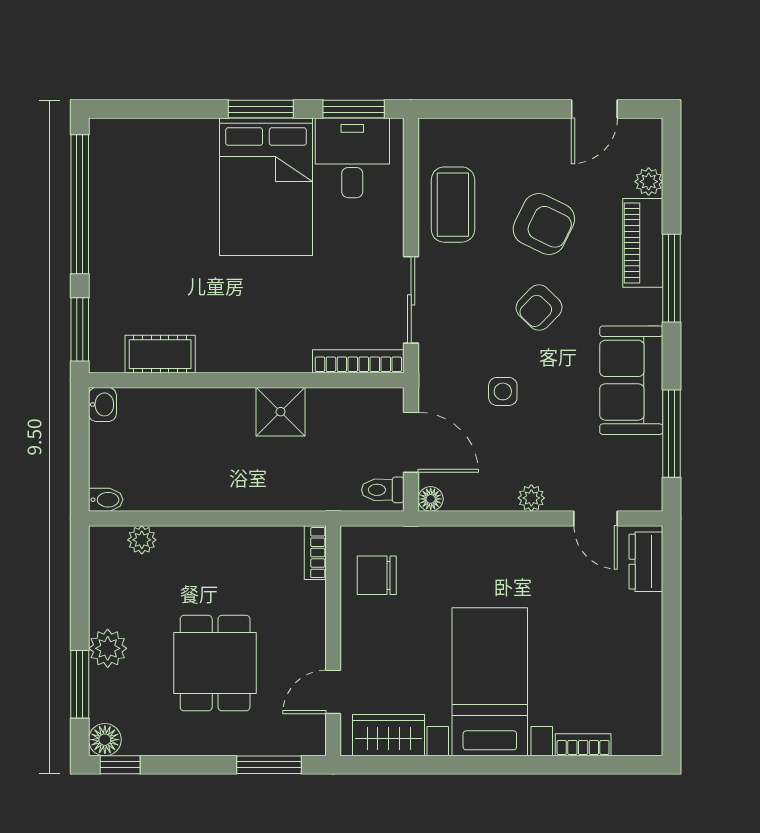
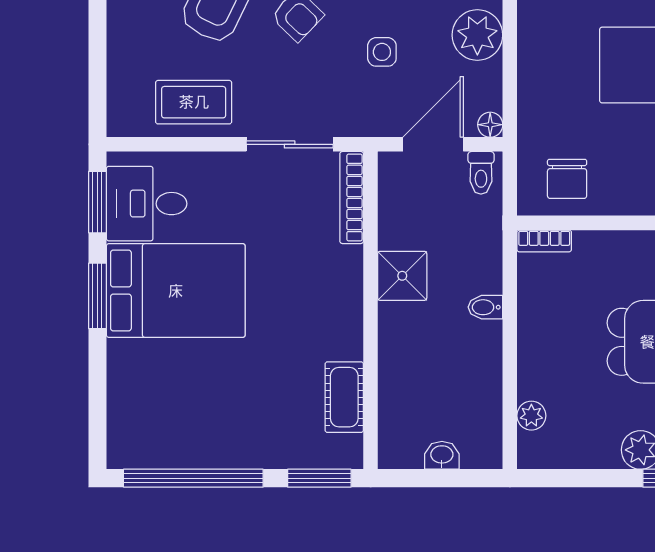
washbasin: (102, 404) -> (442, 455), moved
plant: (531, 498) -> (477, 35), width x1.87, depth x1.87
bidet: (106, 500) -> (485, 307), moved, turned -90

